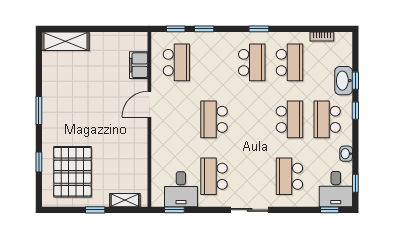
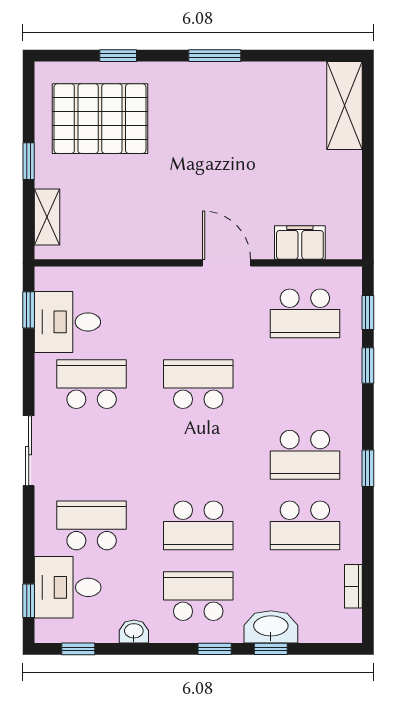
desk: (336, 189) -> (68, 587), moved

